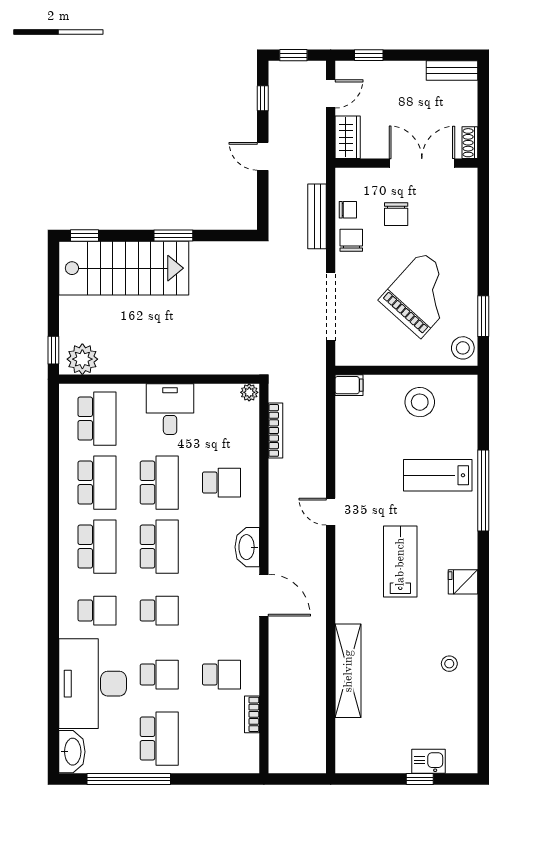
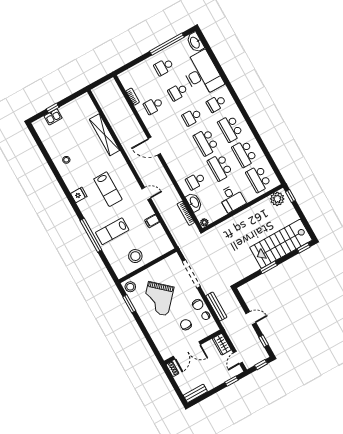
filing cabinet: (349, 385) -> (152, 221), moved
lab bench: (438, 475) -> (112, 231), turned 180
washbasin: (247, 547) -> (194, 202), moved
school desk: (159, 739) -> (164, 67), width x0.54

